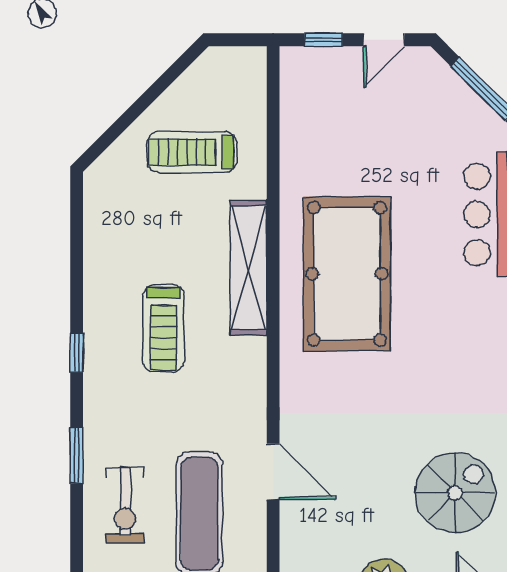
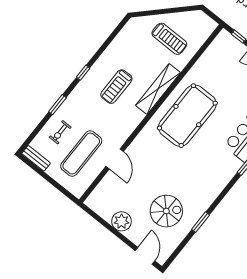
treadmill: (192, 152) -> (169, 39), turned 180
exercise bike: (125, 505) -> (60, 132), width x0.73, depth x0.72

